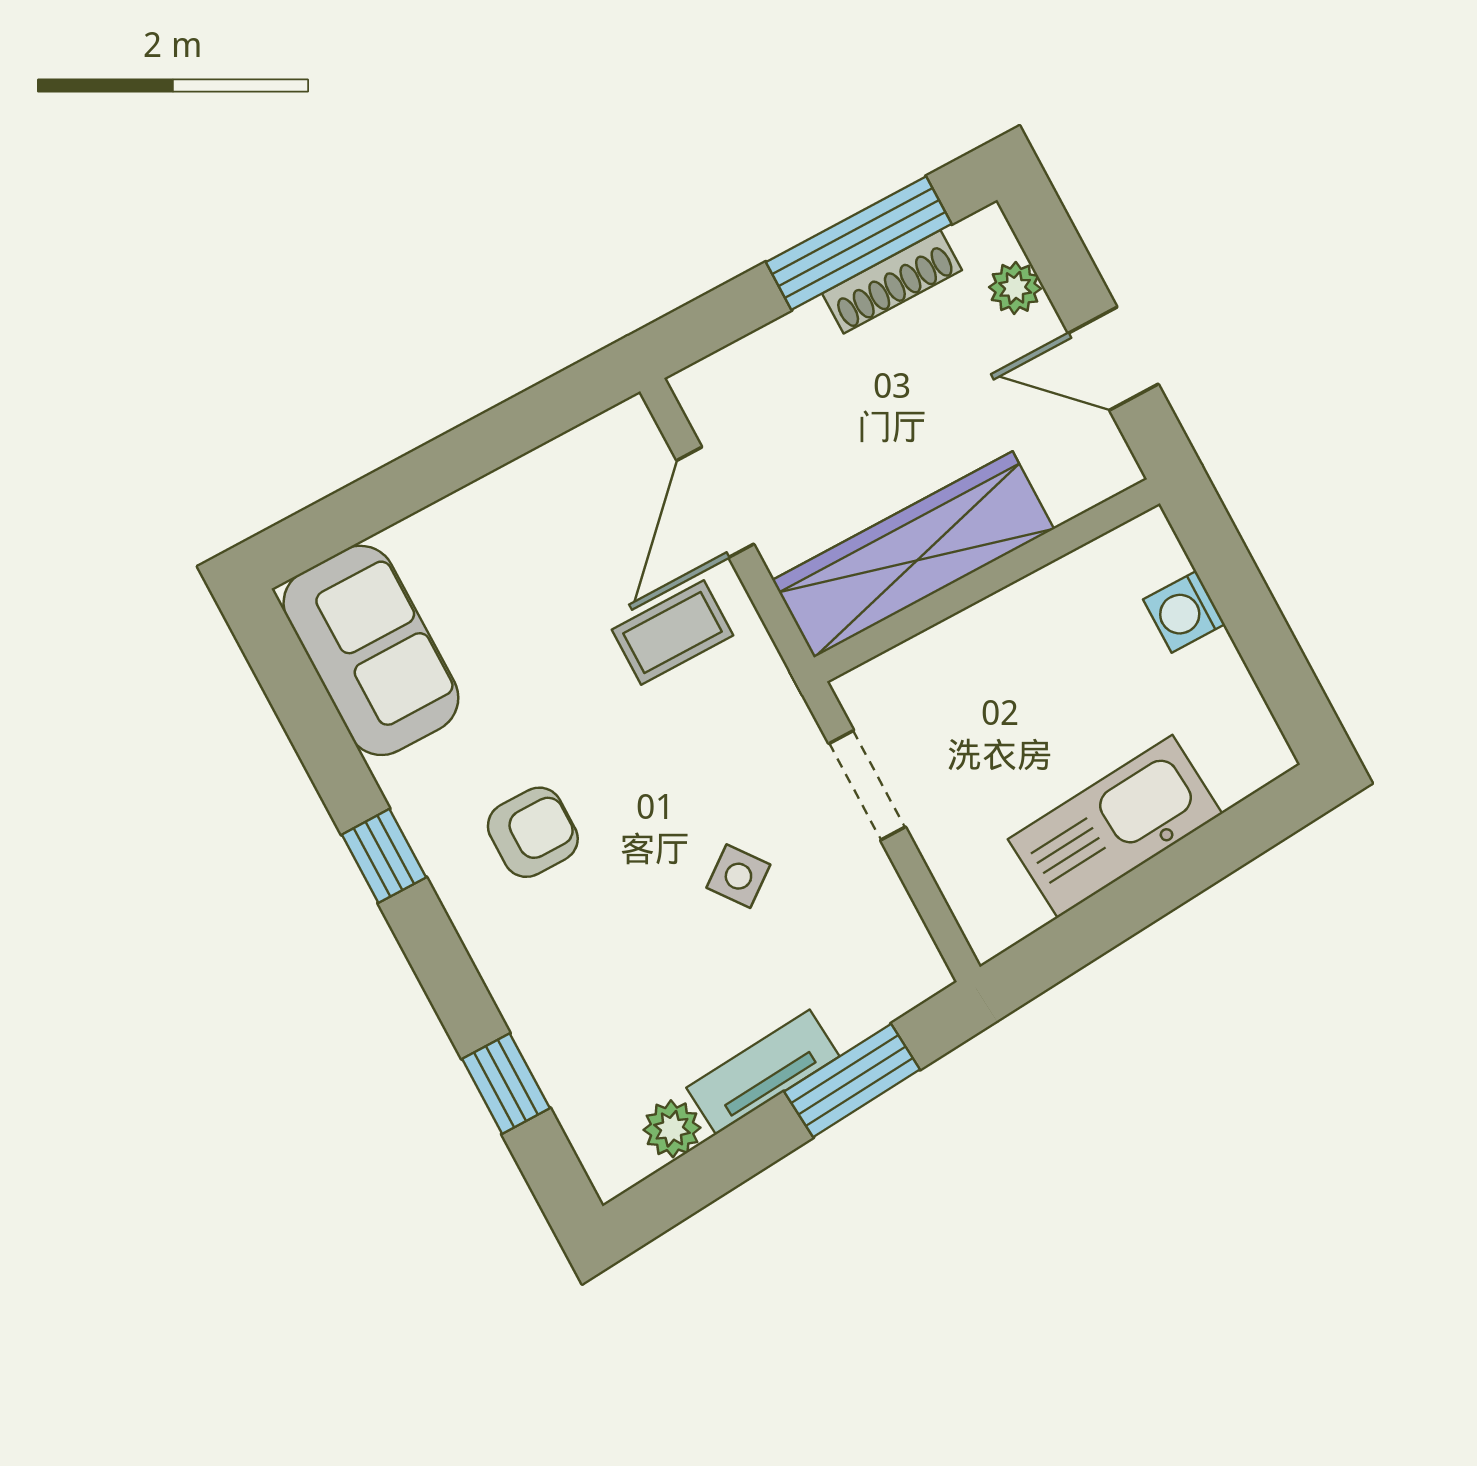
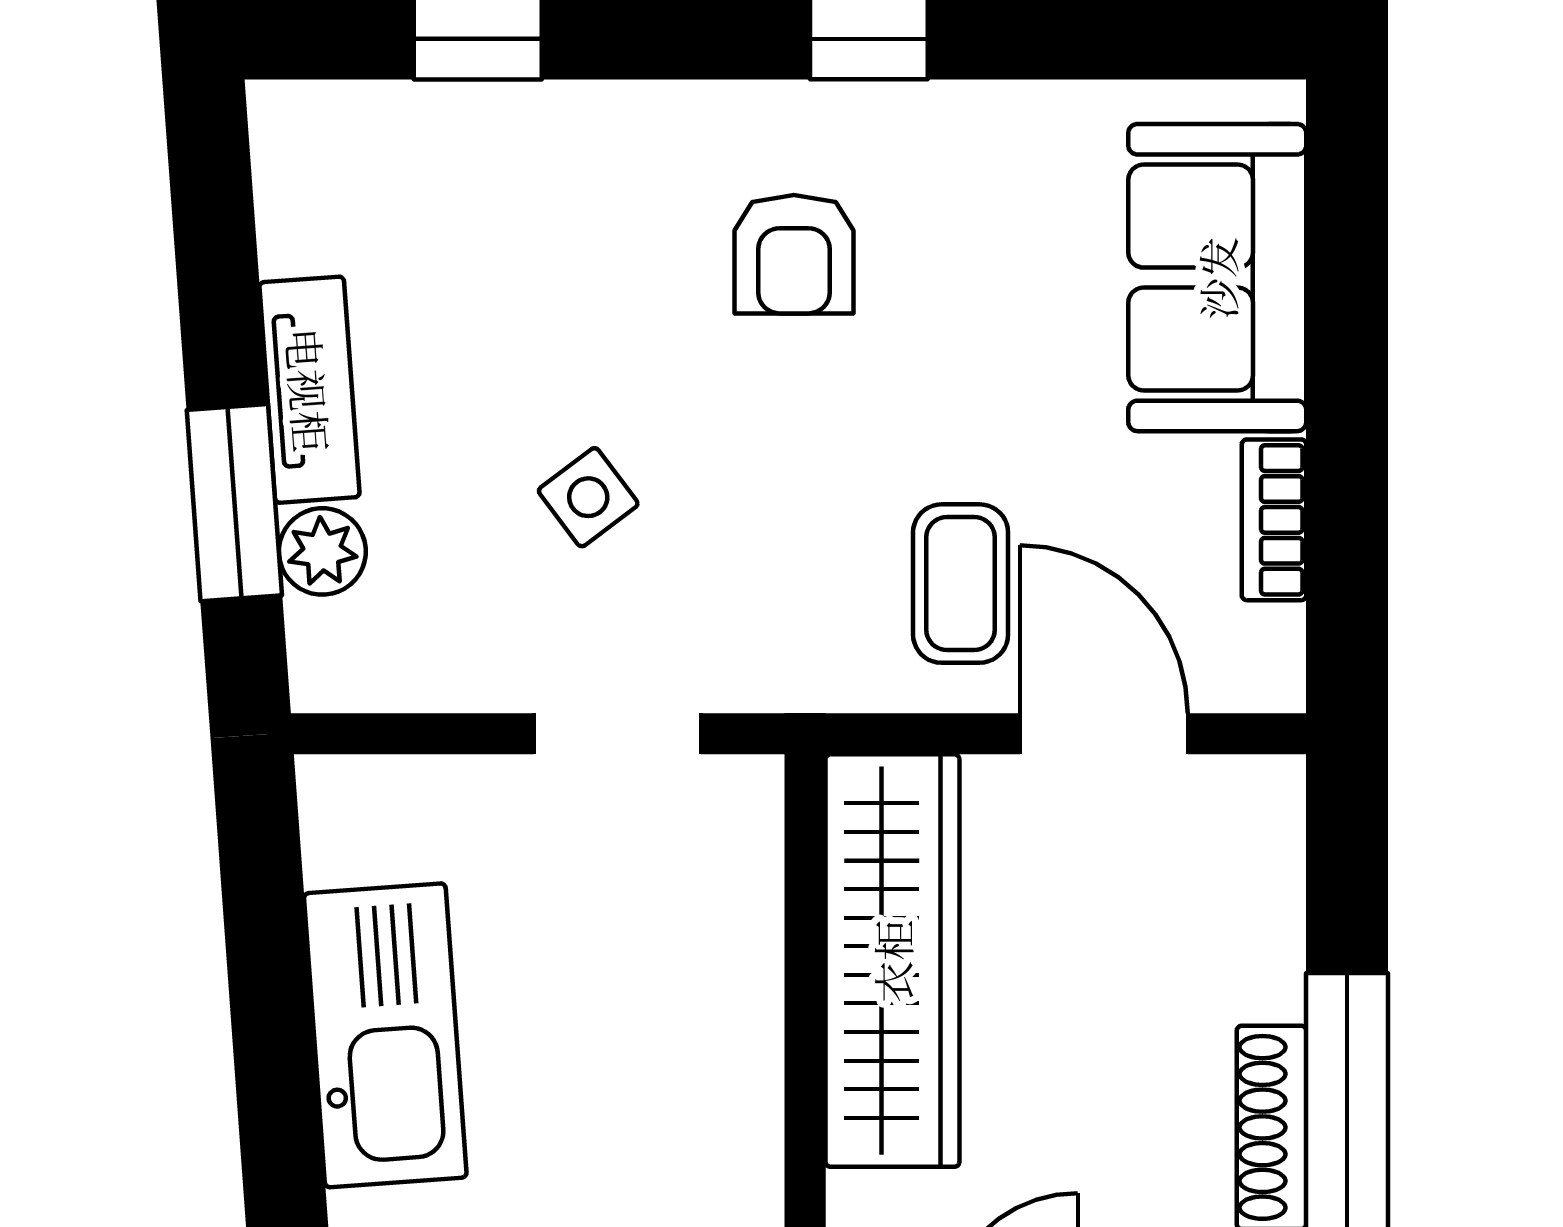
bookcase: (538, 470) -> (1274, 520), added
sofa: (371, 650) -> (1217, 278), moved, turned 90
plant: (672, 1129) -> (322, 551), moved

